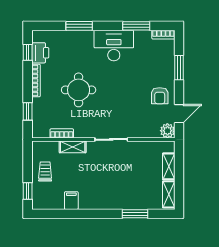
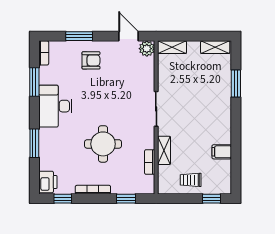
printer: (40, 53) -> (48, 182), moved, turned 90
armchair: (160, 96) -> (91, 60), moved
shelving: (169, 166) -> (172, 47), moved

